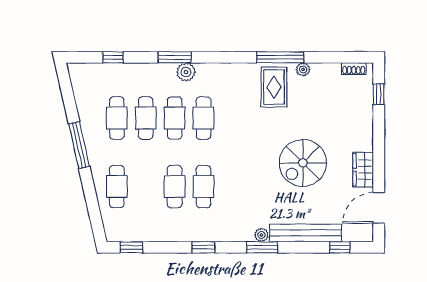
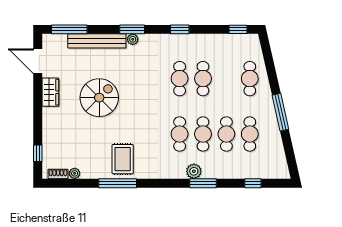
plant: (303, 69) -> (75, 173), moved
door: (379, 208) -> (38, 61), swing flipped
window: (340, 247) -> (69, 29), width x2.17

